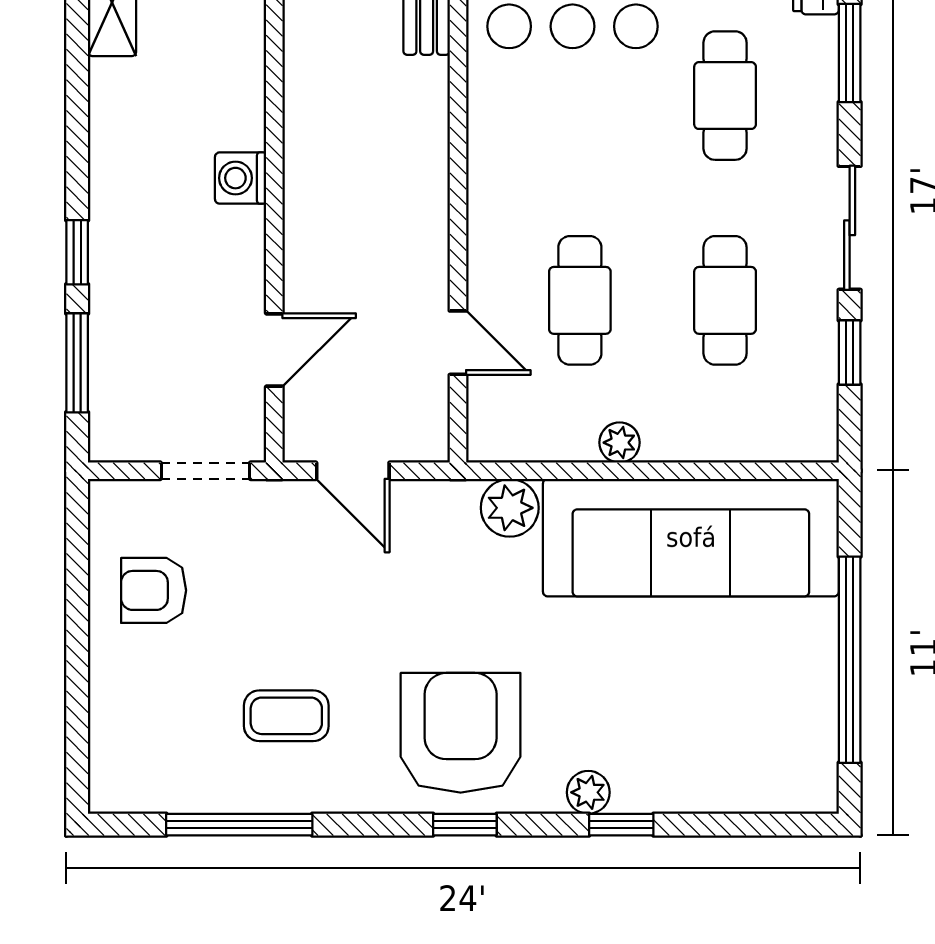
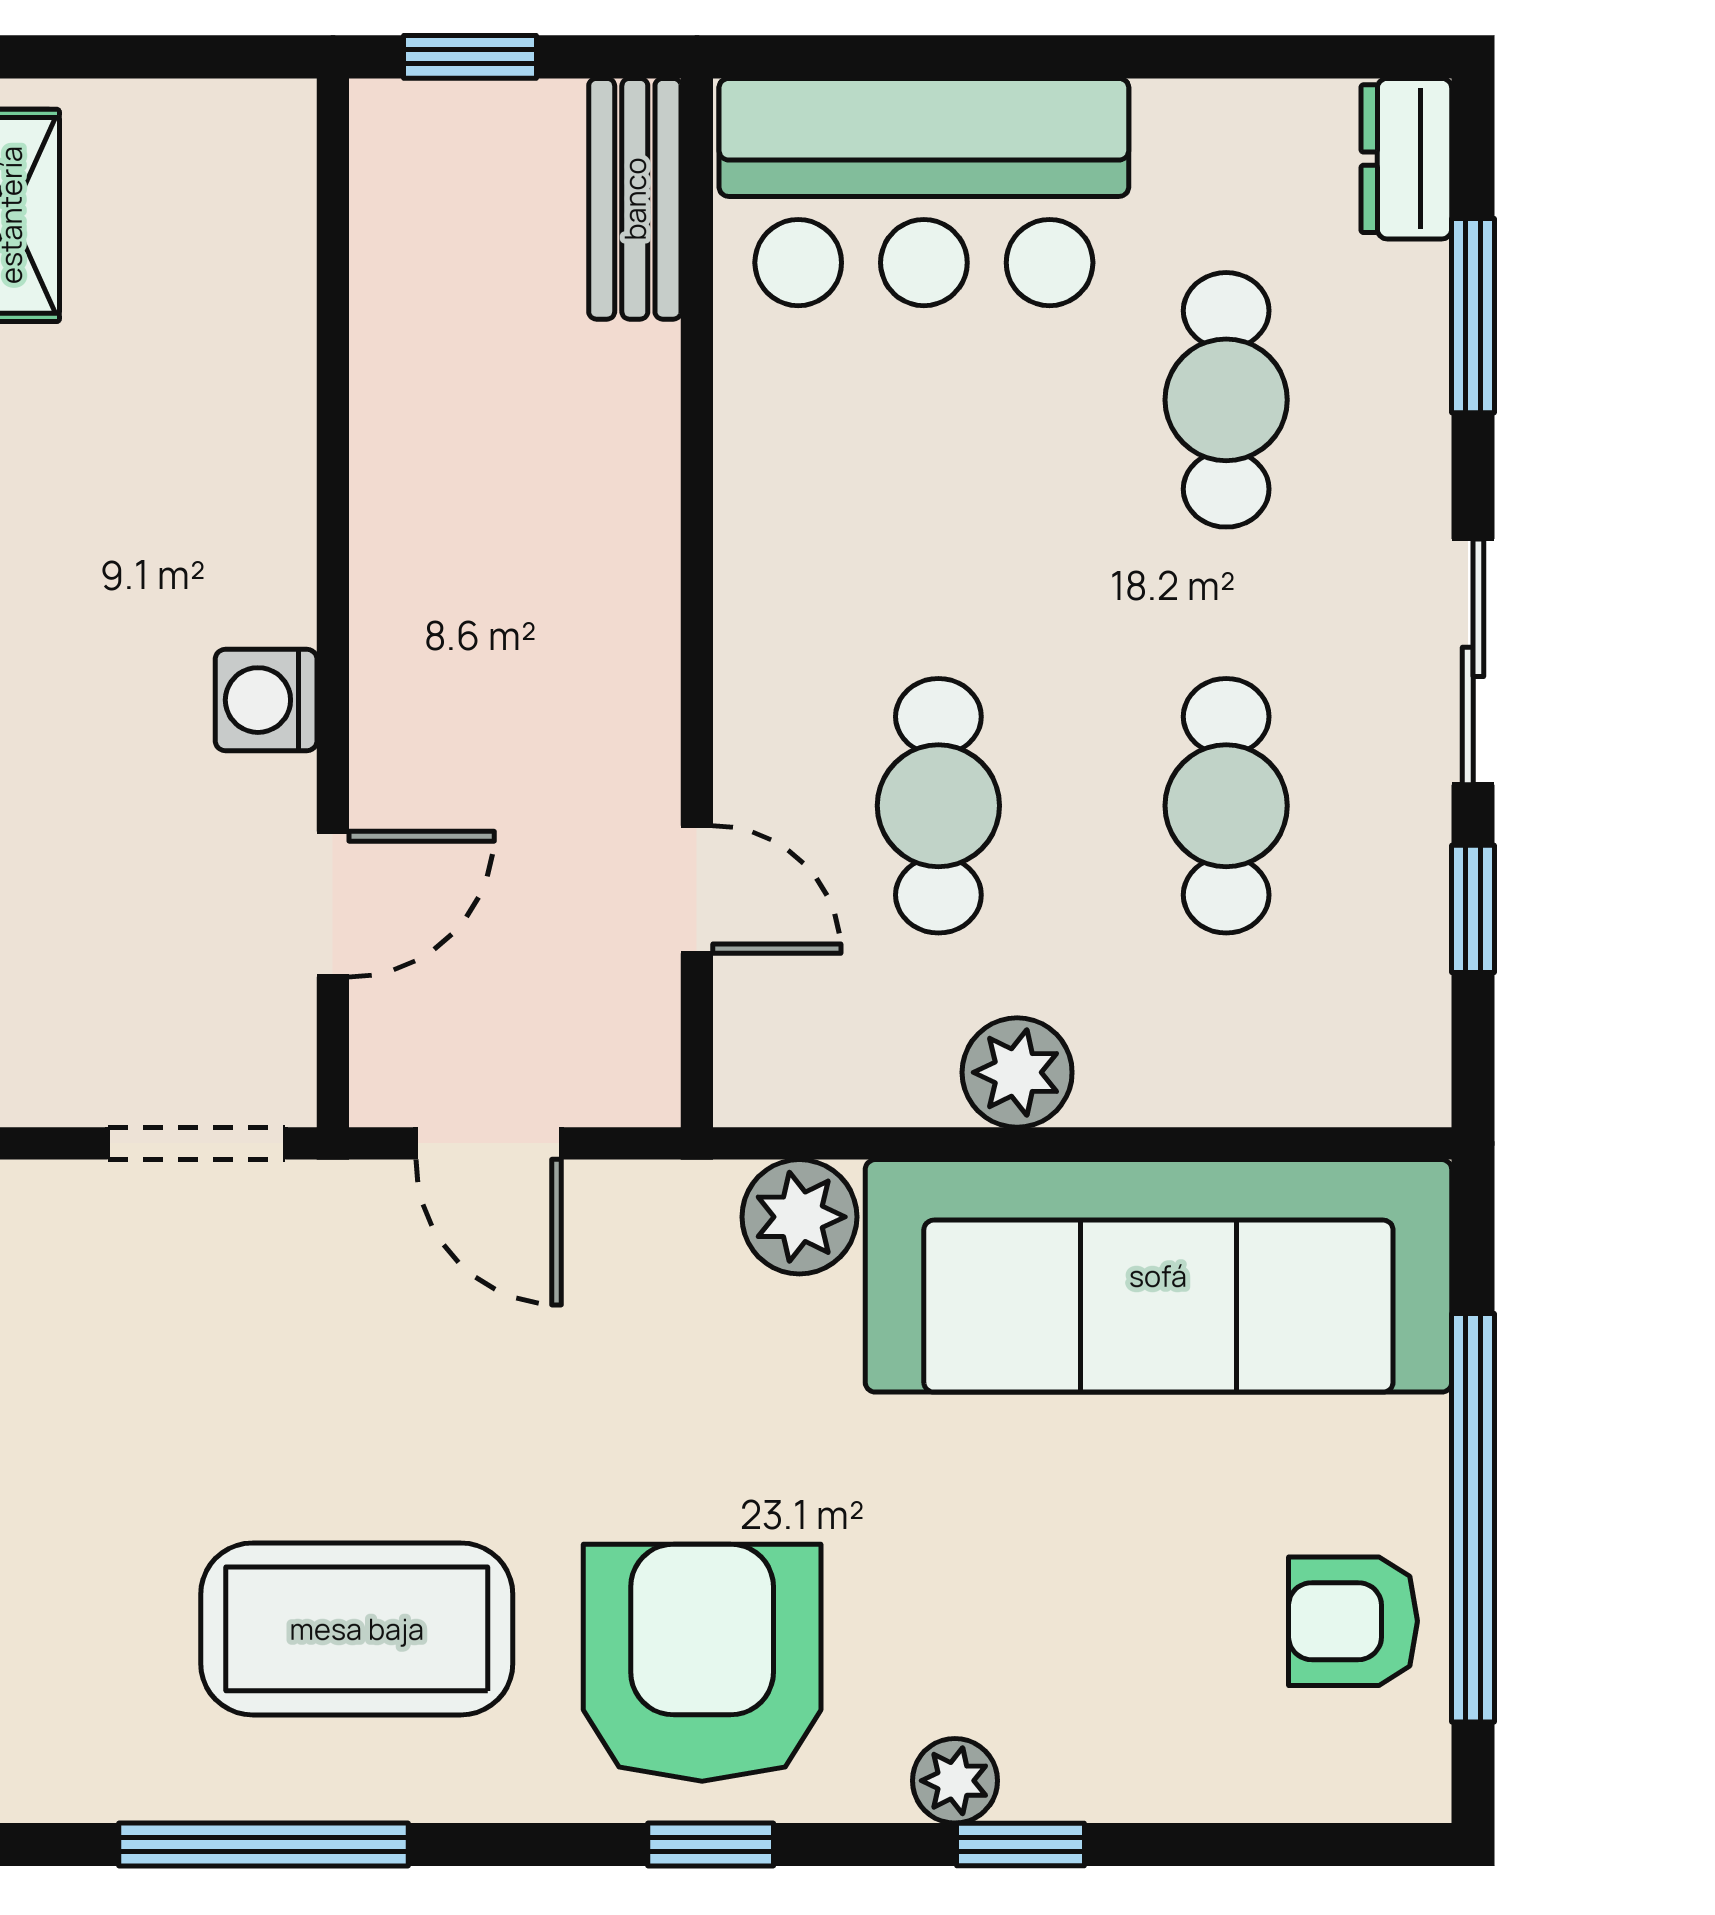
washing machine: (241, 178) -> (266, 700), moved
plant: (620, 443) -> (1017, 1072), width x1.38, depth x1.38
armchair: (154, 590) -> (1353, 1621), moved
coffee table: (286, 716) -> (357, 1629), width x1.86, depth x1.72

